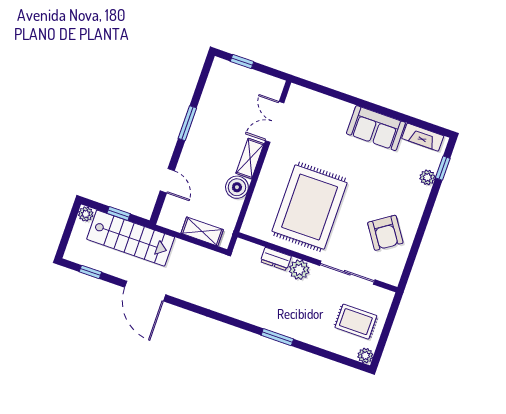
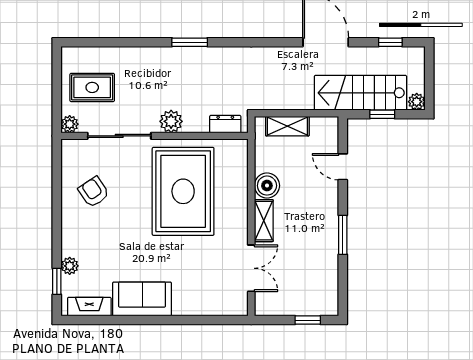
armchair: (385, 233) -> (94, 192), width x0.72, depth x0.72
dresser: (276, 259) -> (225, 124), moved
window: (277, 337) -> (190, 42), moved
plant: (365, 356) -> (70, 124), moved

